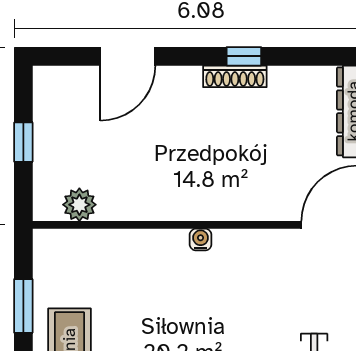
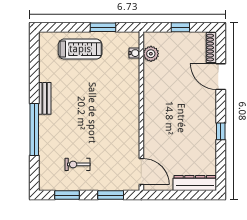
shoe rack: (235, 76) -> (211, 48), moved
water cooler: (201, 240) -> (134, 53), moved

